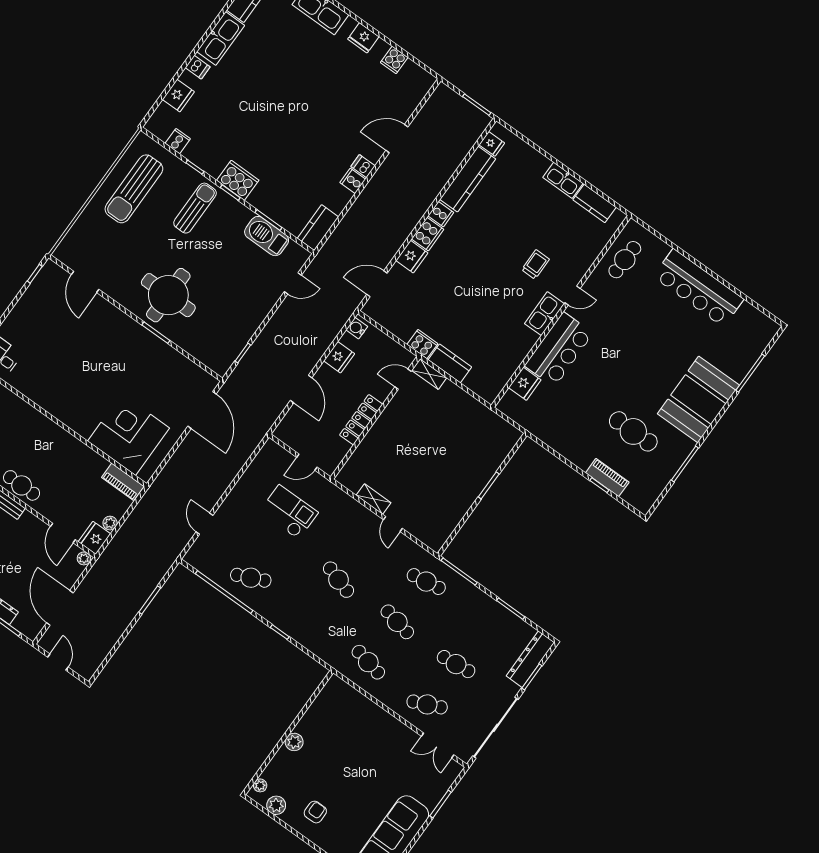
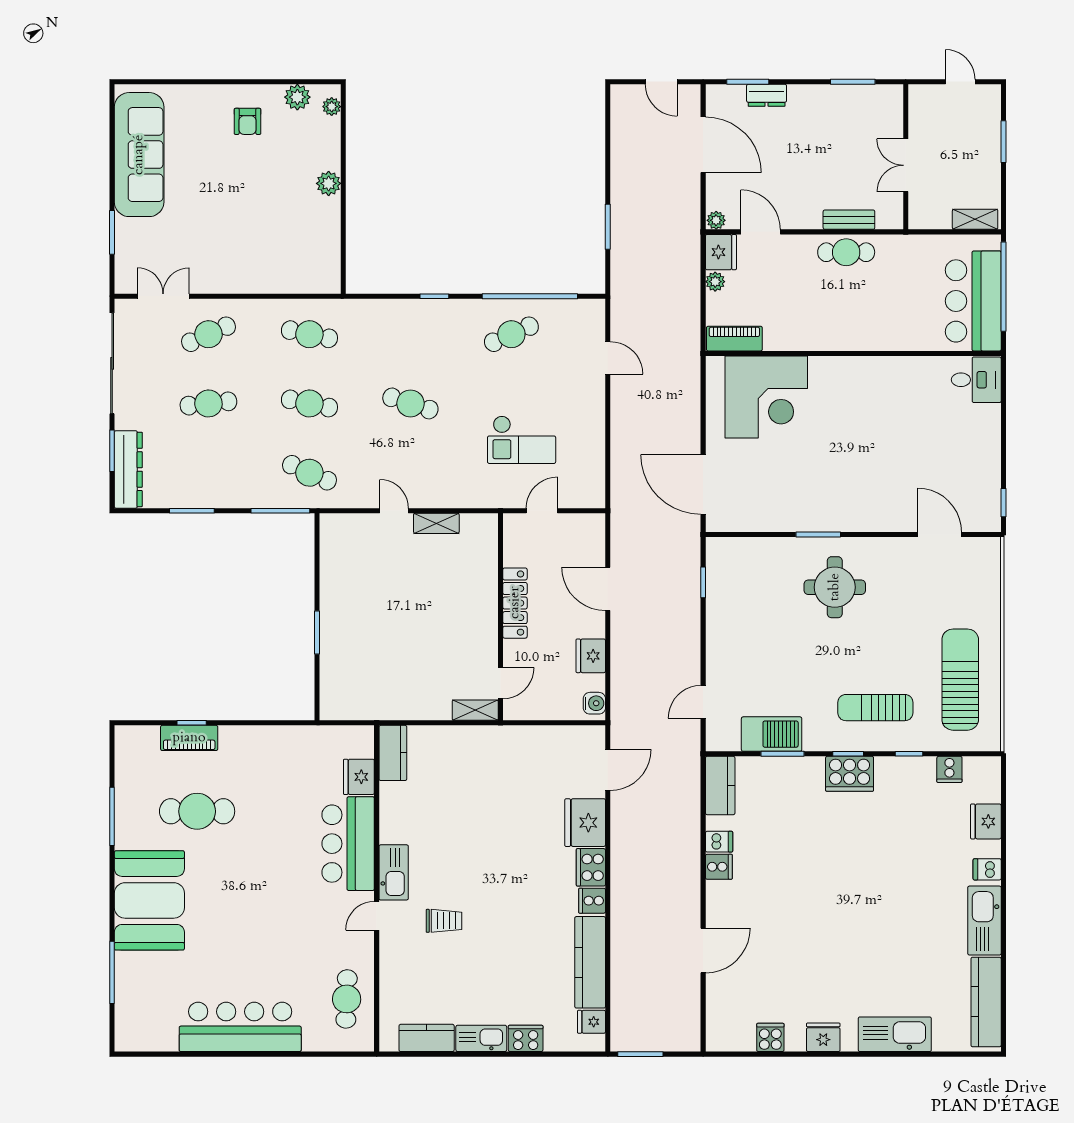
dishwasher: (363, 166) -> (719, 842), moved
sun lounger: (195, 208) -> (875, 708), turned 90
fridge: (412, 257) -> (585, 823), width x1.36, depth x1.34
trolley: (535, 264) -> (444, 921), turned -90
round table: (168, 295) -> (835, 587), width x0.73, depth x0.73
cooker: (422, 344) -> (526, 1038), moved, turned 180
kitchen counter: (450, 363) -> (393, 753), moved, turned -90
cafe table: (426, 582) -> (309, 473), turned 33

